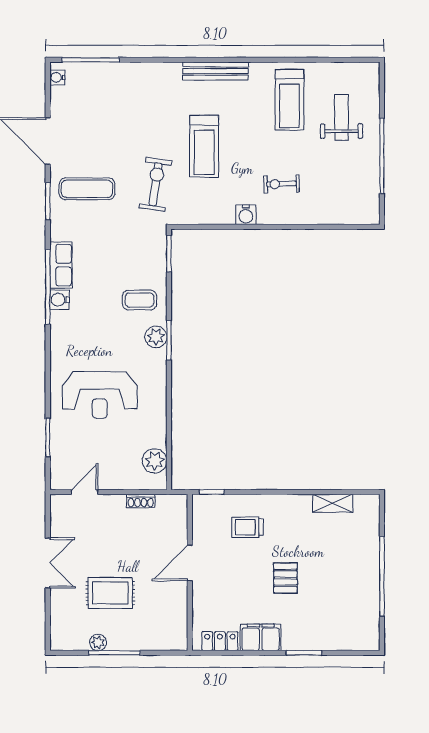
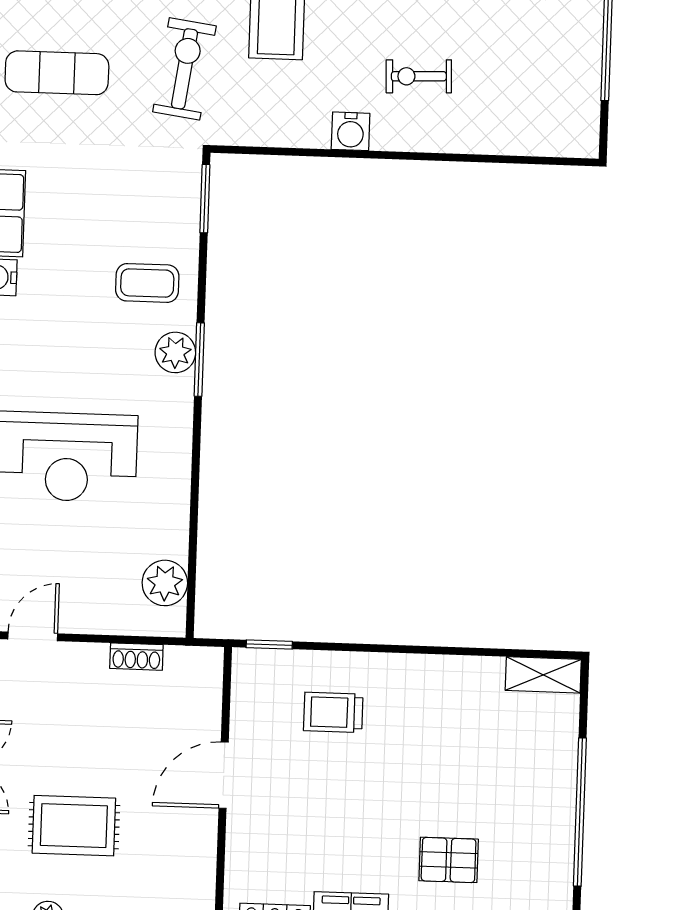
shelving: (333, 503) -> (543, 675), moved
pallet: (285, 578) -> (449, 860), moved, turned 90

